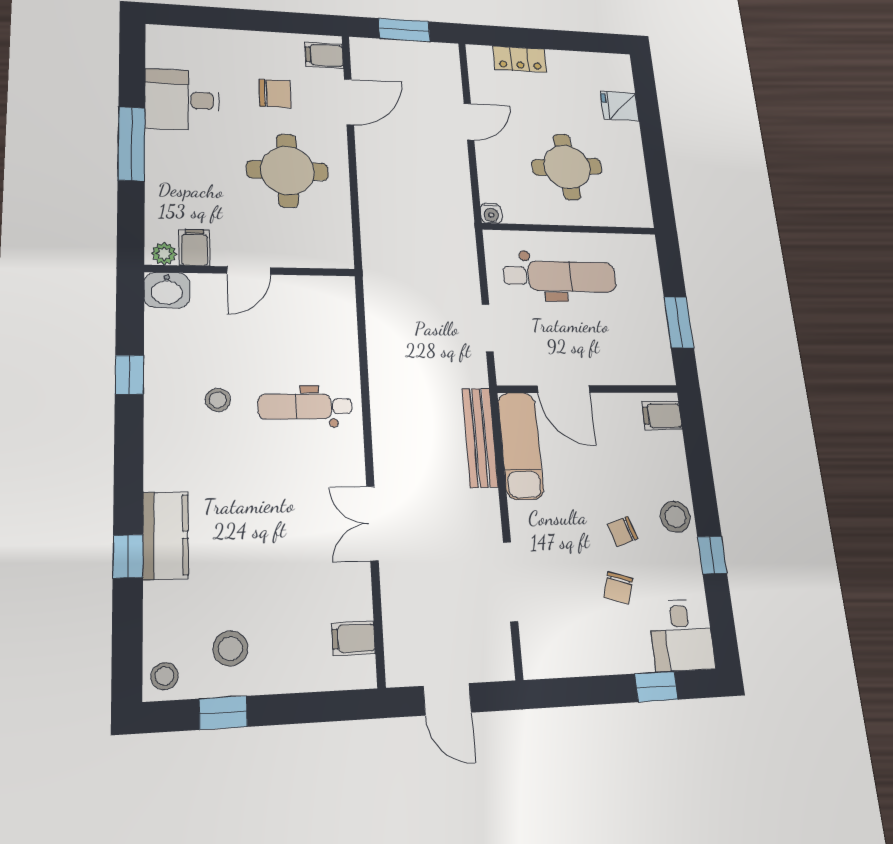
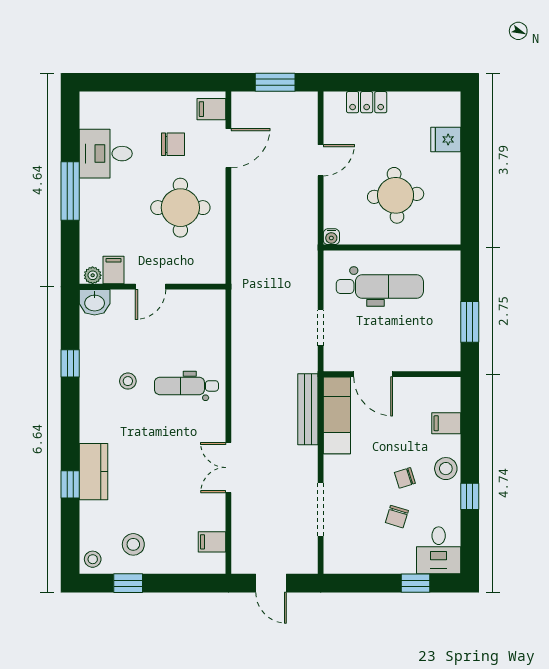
filing cabinet: (662, 416) -> (446, 423), moved

